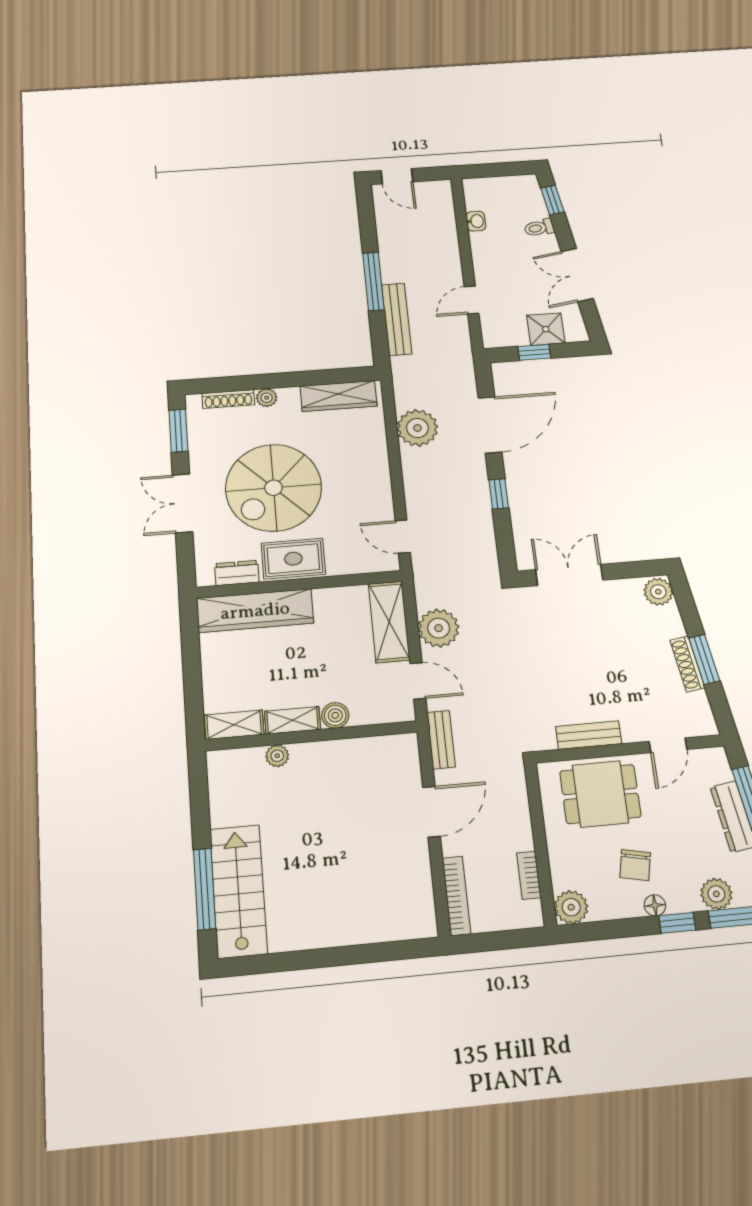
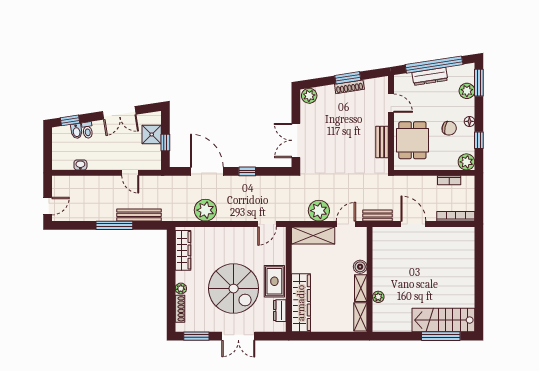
bidet: (535, 211) -> (76, 131), added
window: (677, 923) -> (479, 140), moved

